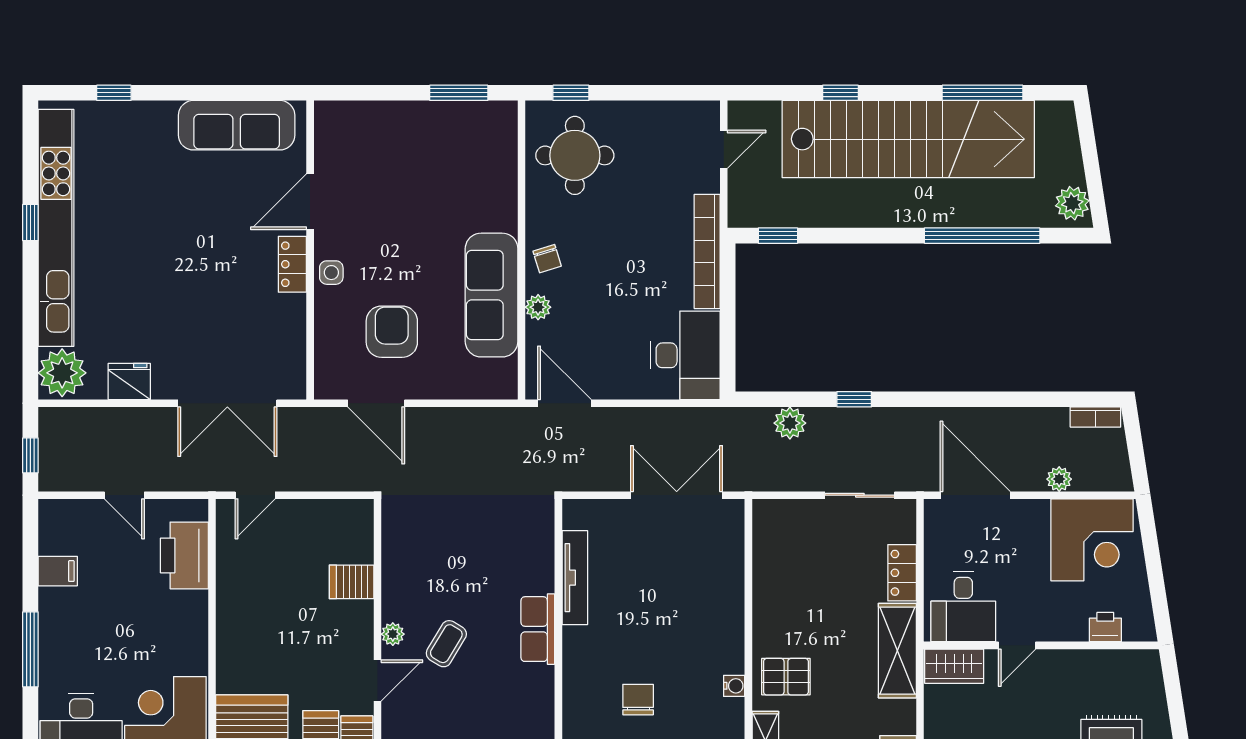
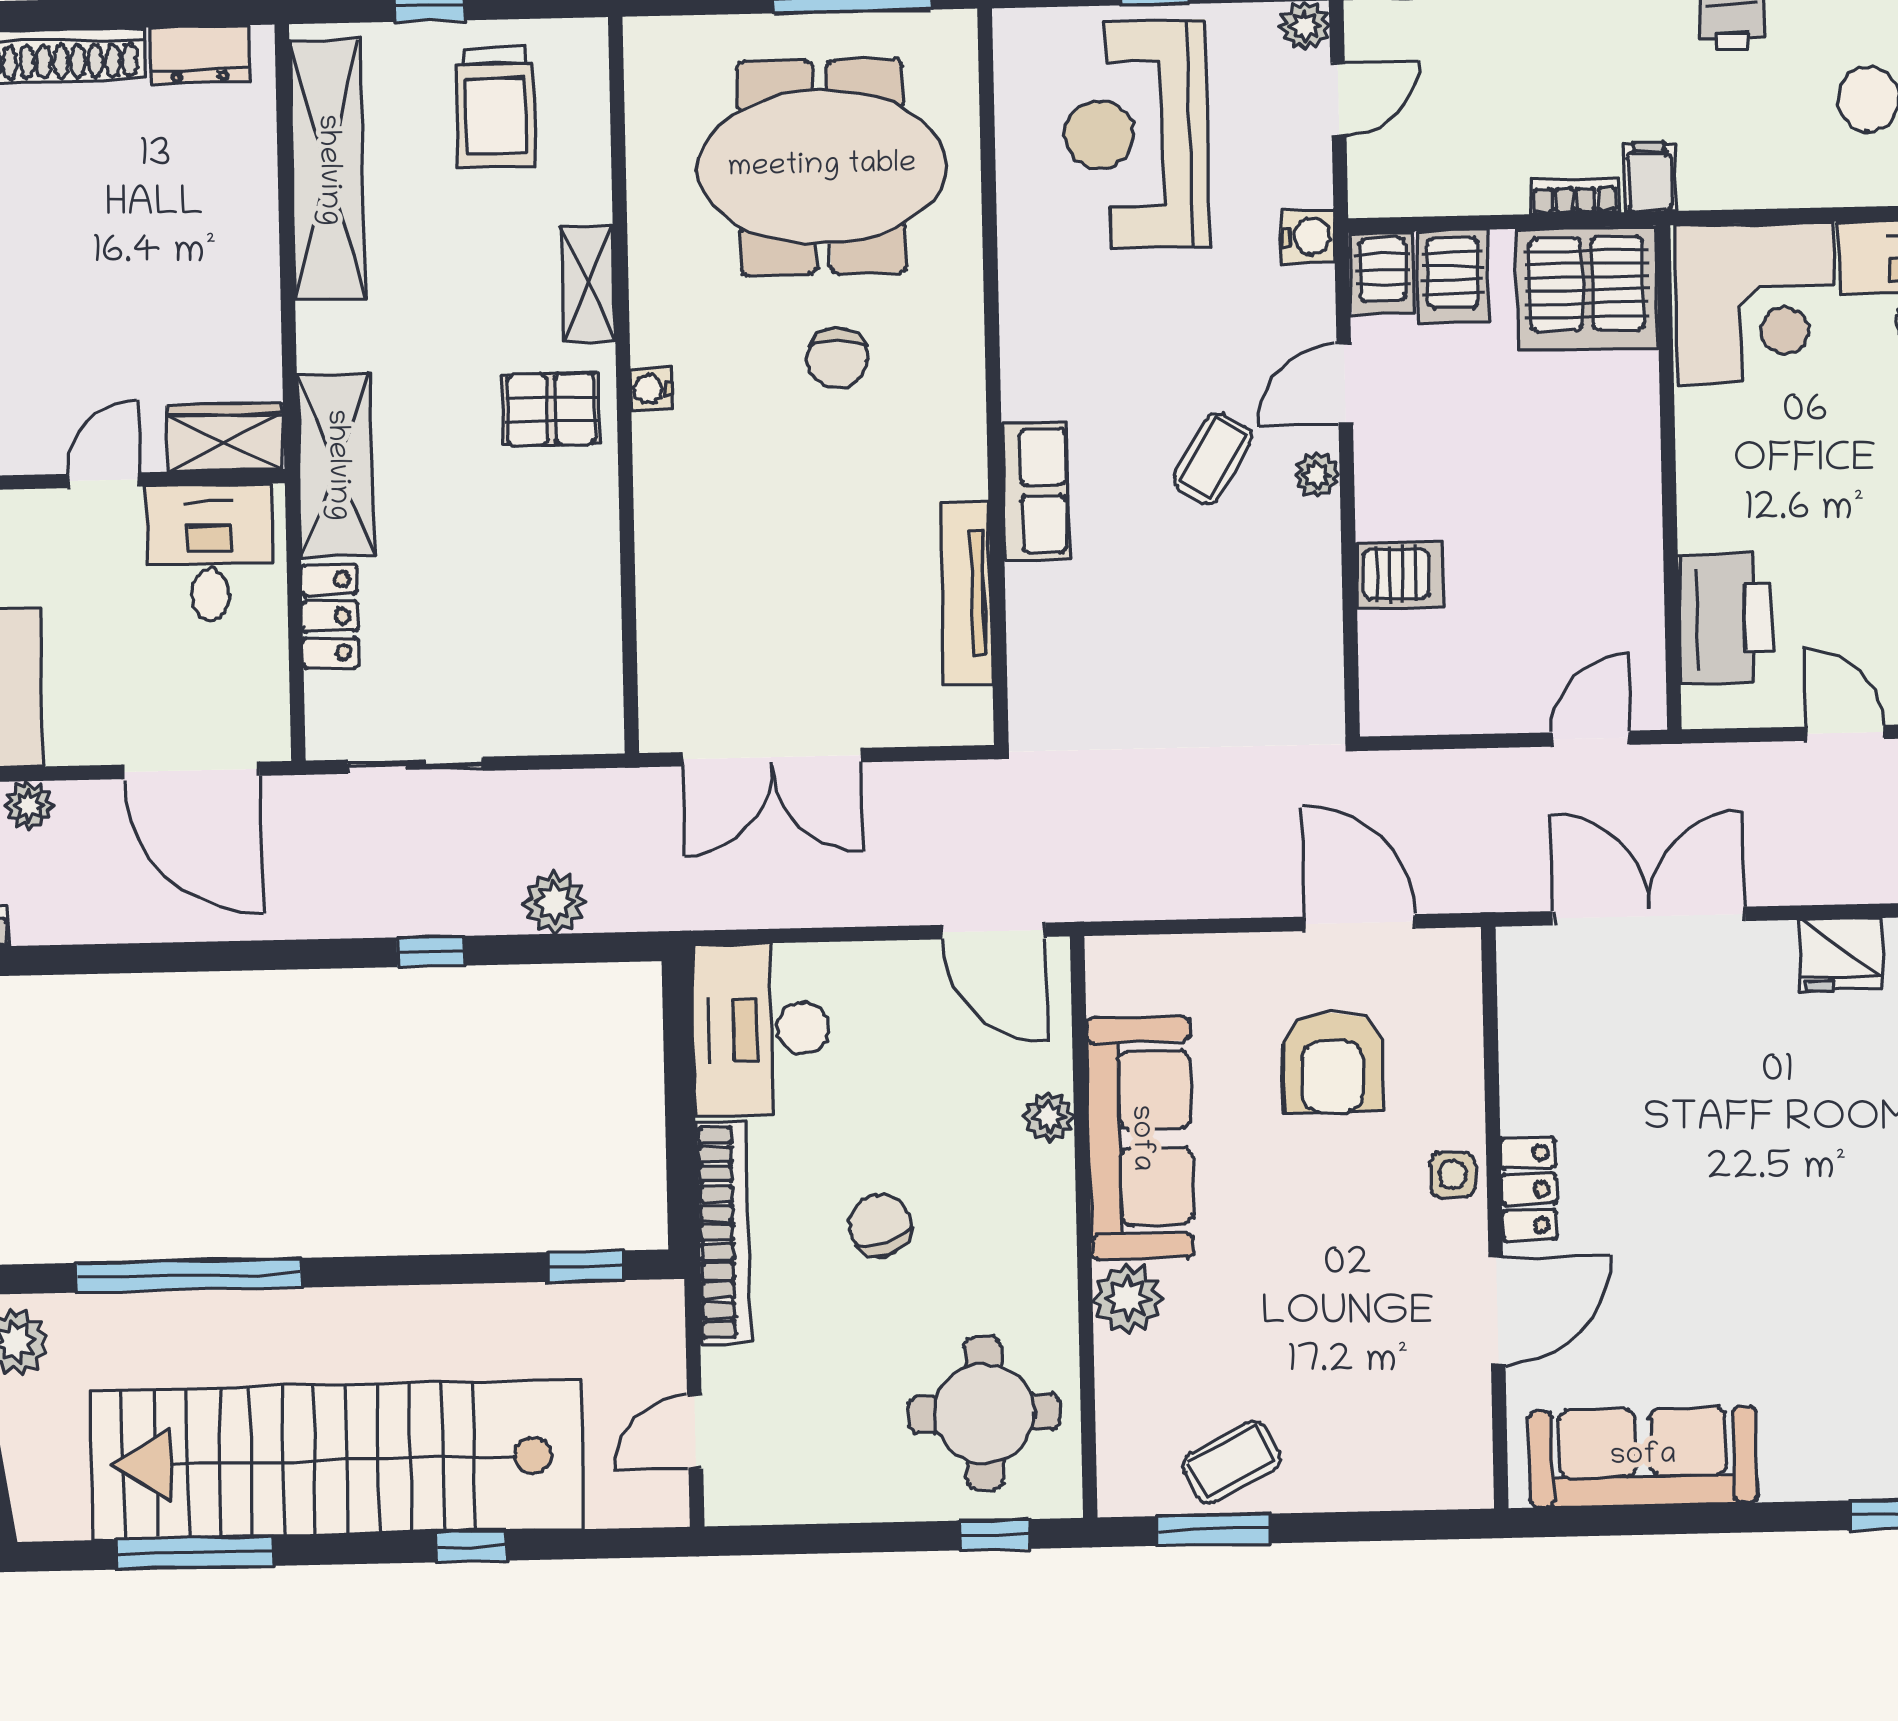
coffee table: (448, 128) -> (1232, 1462), added
plant: (500, 213) -> (1128, 1299), added
chair: (547, 259) -> (880, 1225), moved, width x1.37, depth x1.37

